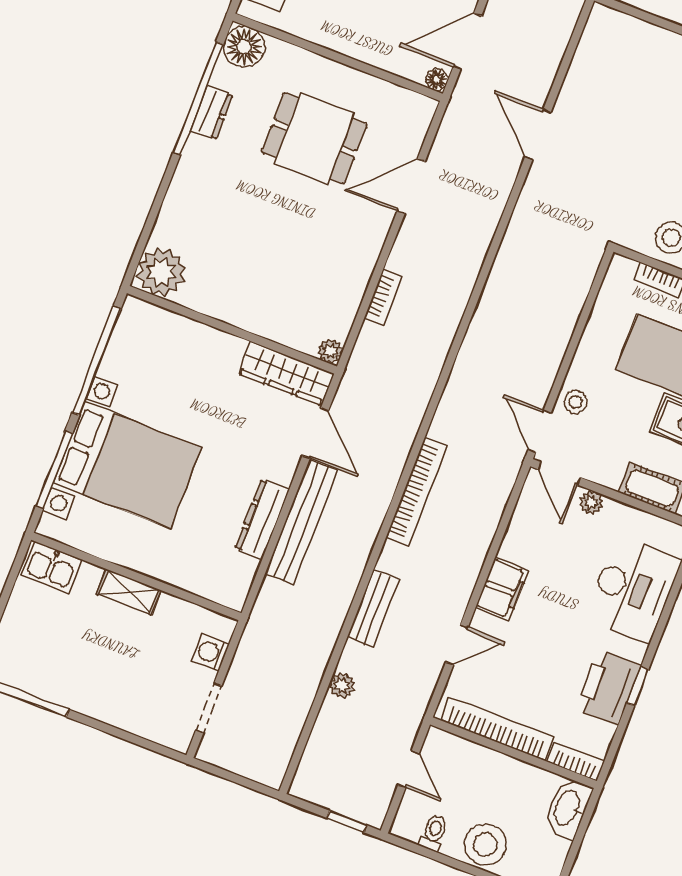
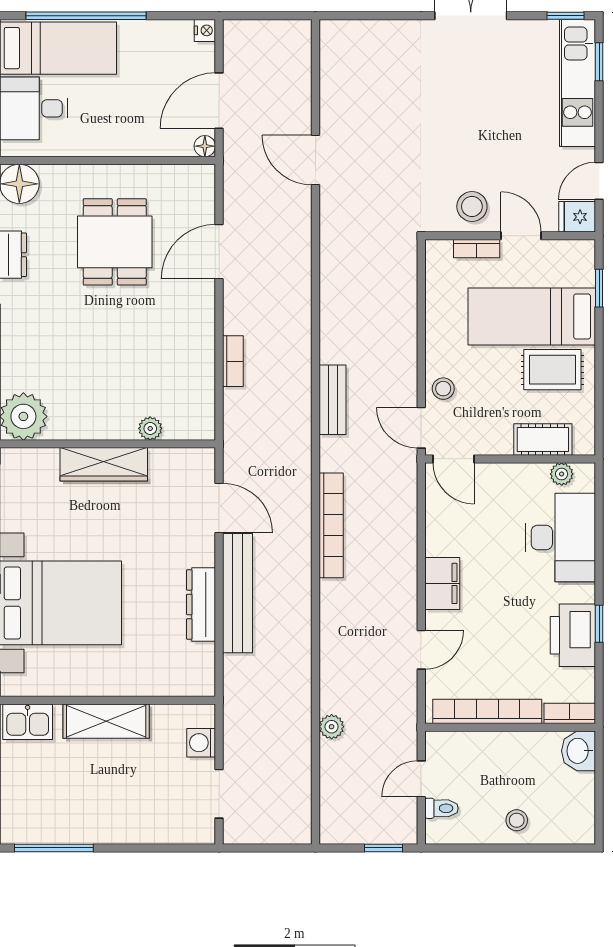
dining table: (314, 138) -> (115, 242), turned 90
plant: (330, 351) -> (150, 428), moved
wardrobe: (286, 374) -> (104, 464), moved
plant: (591, 503) -> (562, 474), moved
shelving: (129, 592) -> (106, 721), width x1.50, depth x1.33
bench: (373, 608) -> (333, 400), moved
door: (409, 769) -> (421, 779), swing flipped
washbasin: (568, 808) -> (579, 751), width x0.72
toilet: (434, 833) -> (441, 808), moved, turned 90
stool: (485, 845) -> (517, 820), width x0.53, depth x0.53

